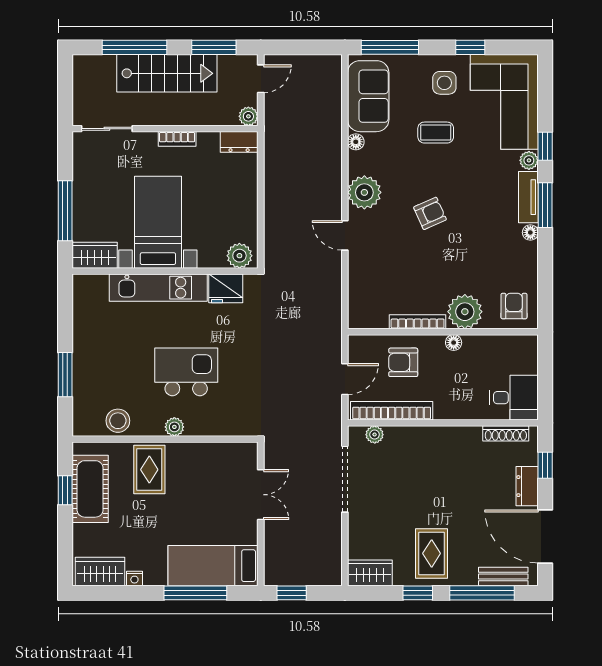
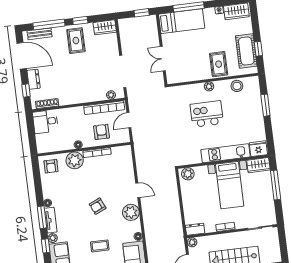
fridge: (226, 288) -> (258, 149), moved
armchair: (403, 362) -> (101, 132), turned -90
kitchen island: (186, 372) -> (207, 114), turned 180

